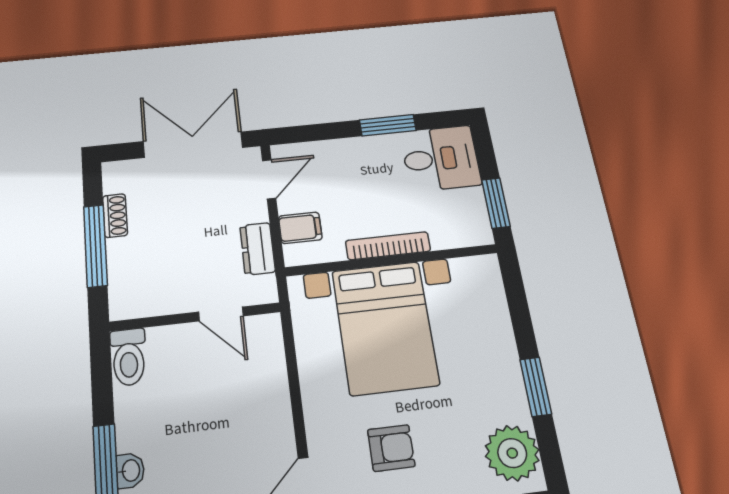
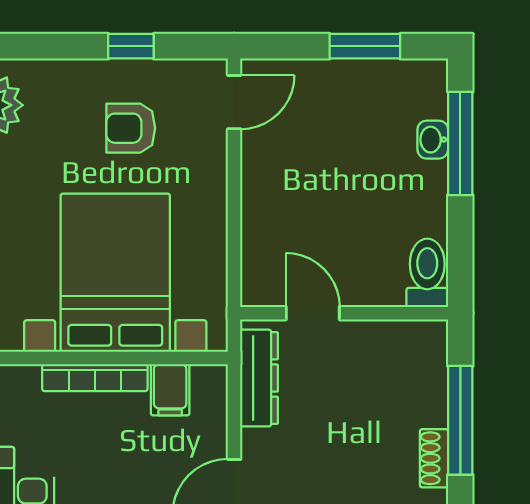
filing cabinet: (300, 228) -> (170, 390), moved, turned -90
dresser: (258, 249) -> (259, 378), width x1.44

